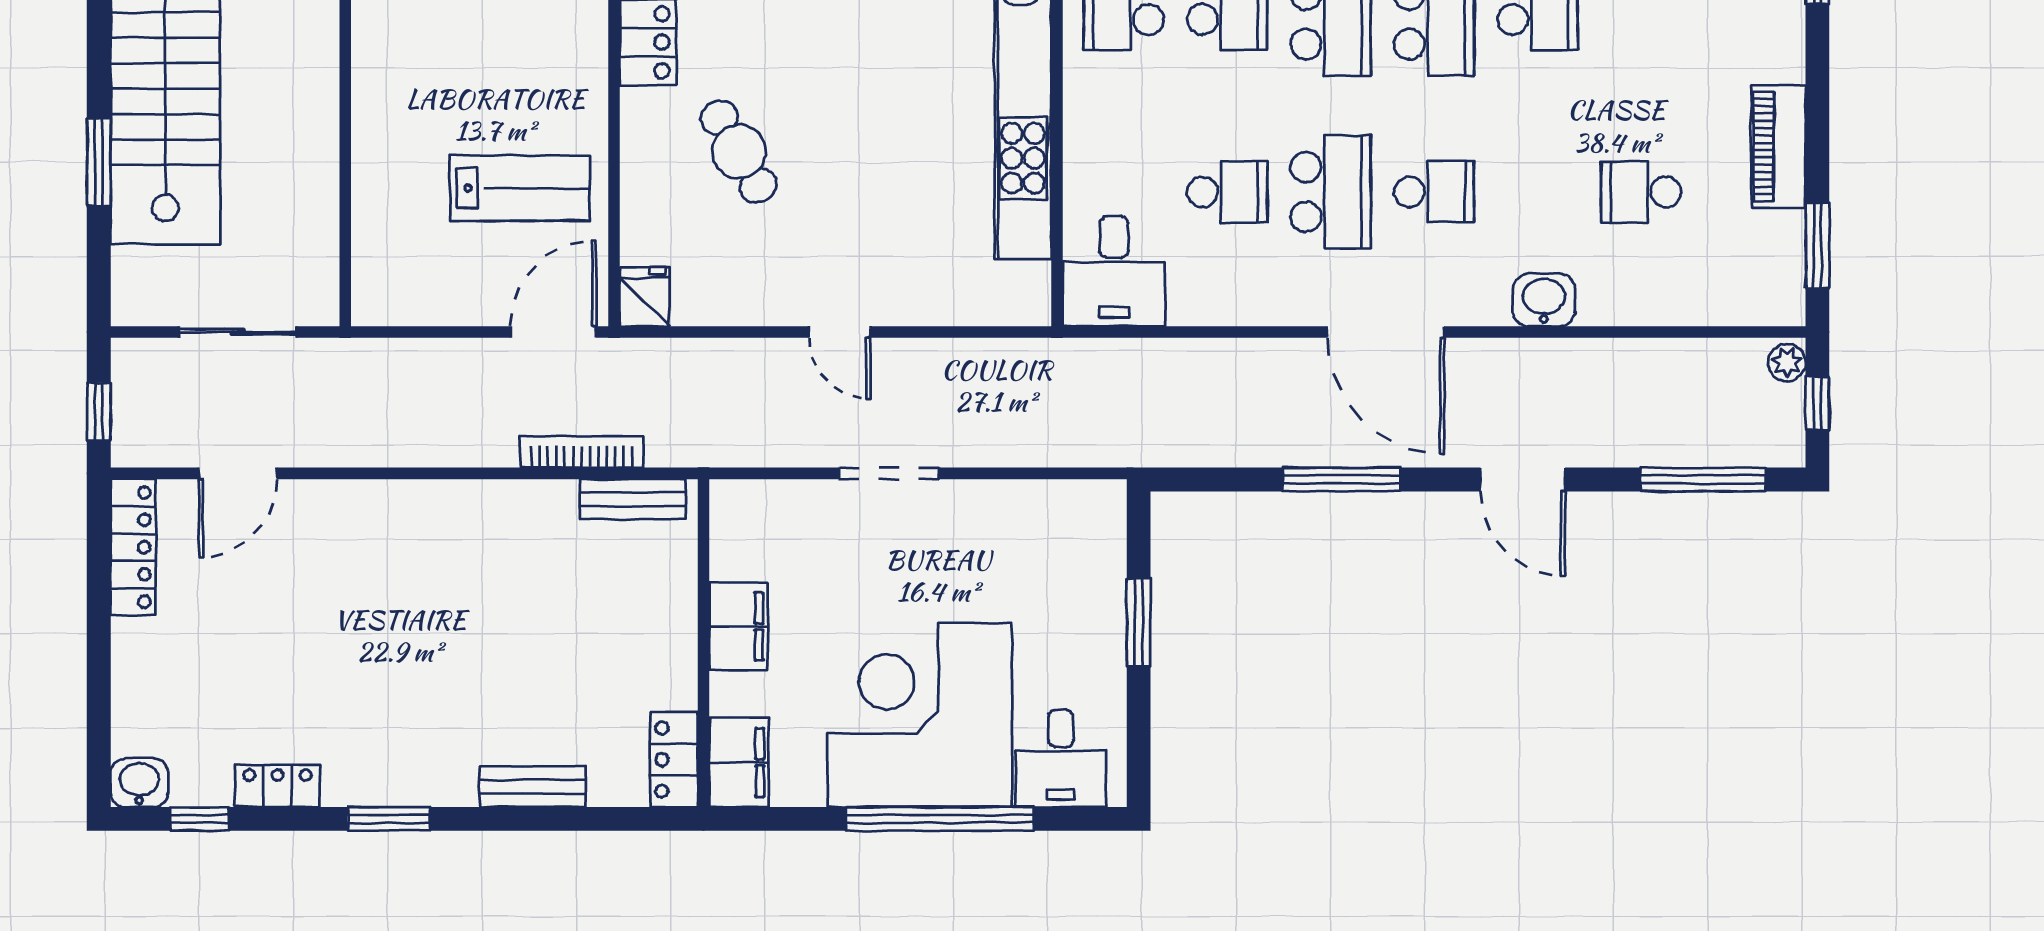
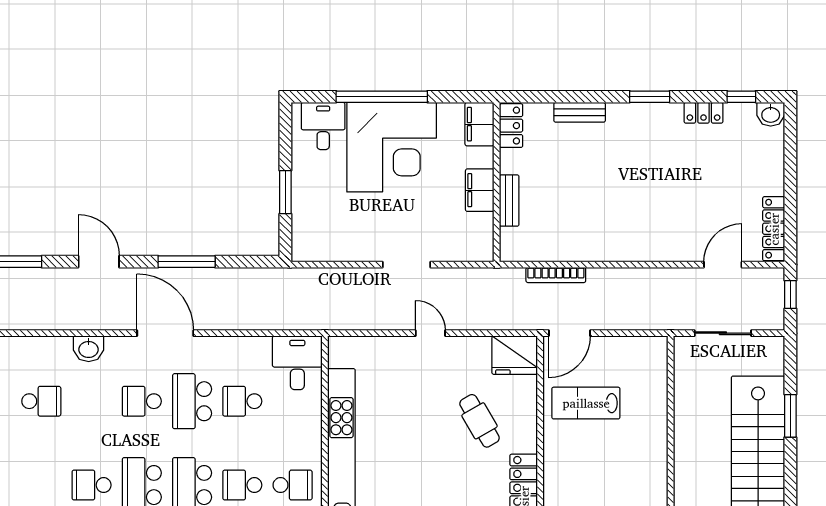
fridge: (644, 297) -> (515, 355), width x1.88, depth x1.34
bench: (632, 499) -> (509, 201), moved, turned 90

